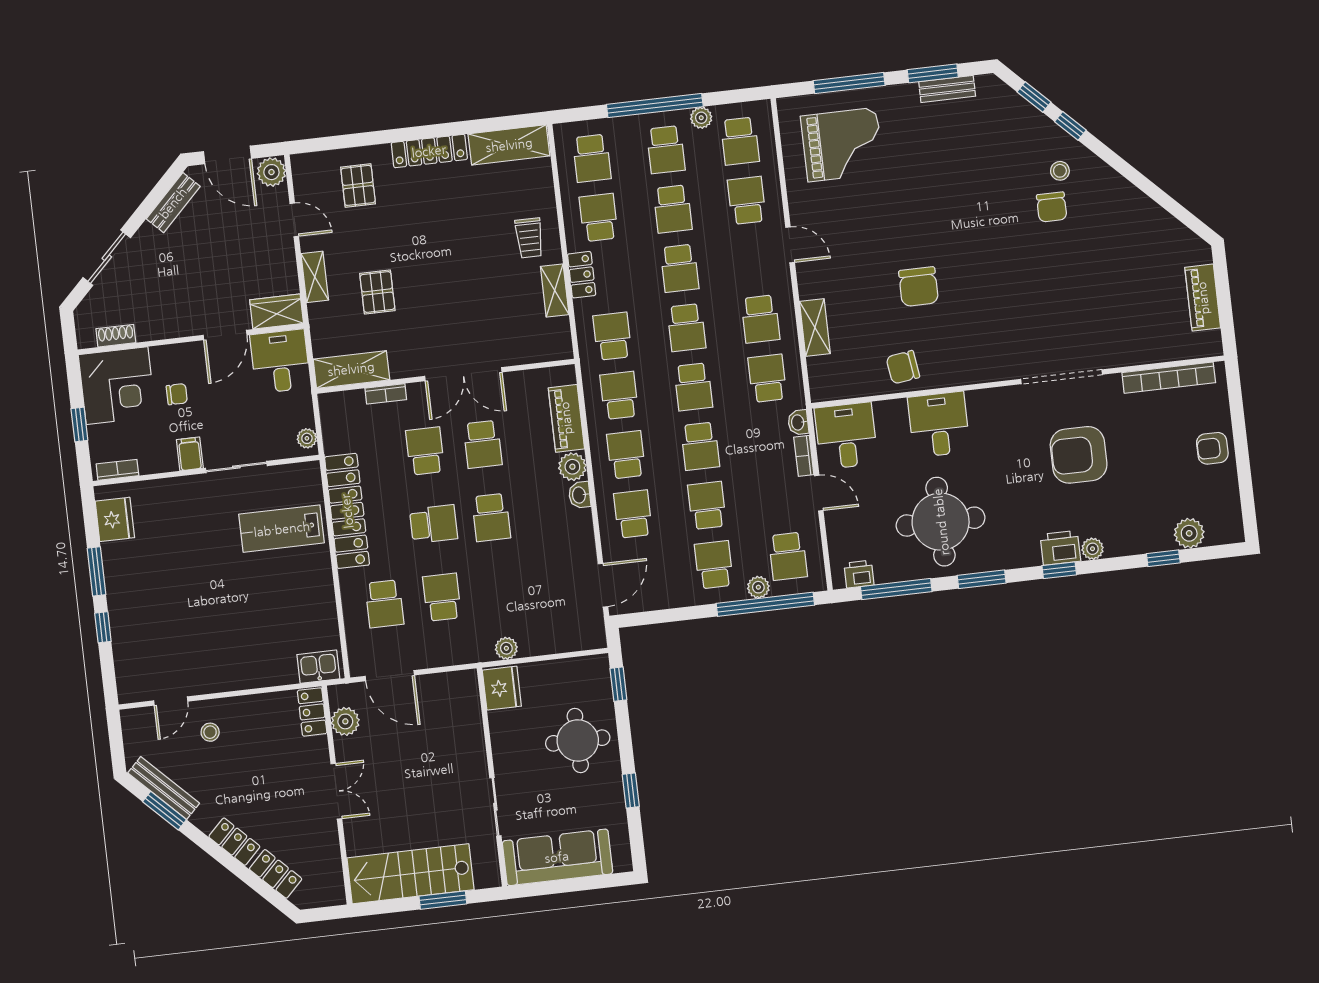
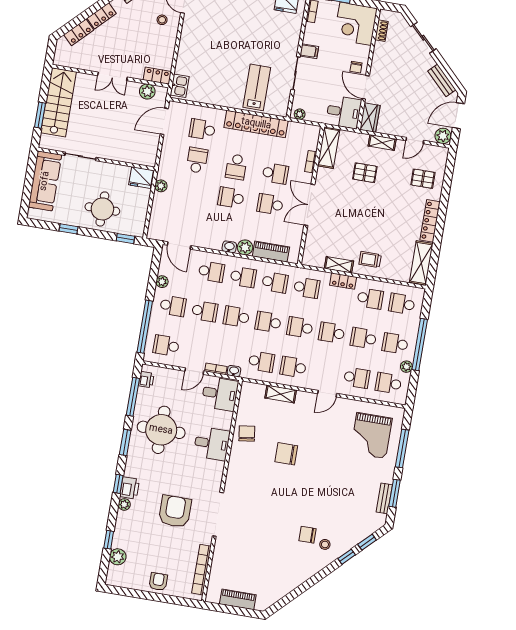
chair: (177, 394) -> (356, 67), moved
plant: (758, 587) -> (162, 282), moved
school desk: (442, 597) -> (197, 160), turned -90

